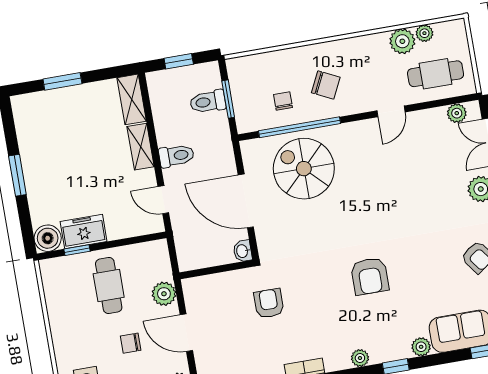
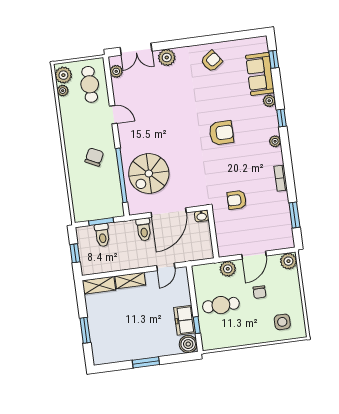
plant: (402, 41) -> (63, 75), moved
chair: (283, 101) -> (104, 186), removed
toilet: (176, 156) -> (144, 229), moved, turned 180

